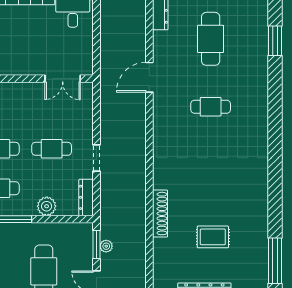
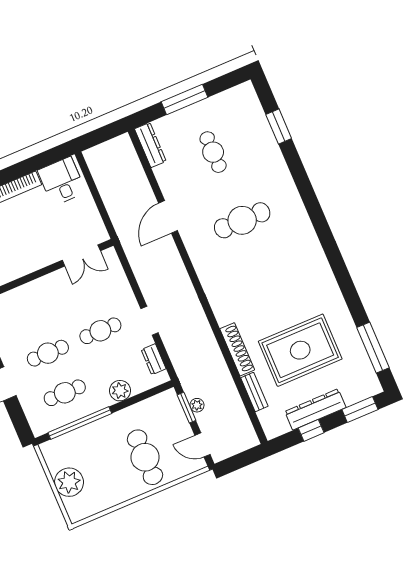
cafe table: (211, 39) -> (213, 152), width x0.73, depth x0.74
cafe table: (211, 107) -> (242, 220), width x1.37, depth x1.35
dresser: (86, 197) -> (154, 359), width x0.70
rug: (213, 237) -> (300, 350), width x1.86, depth x2.06
bench: (159, 256) -> (254, 392), added

